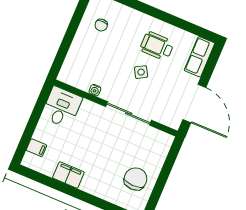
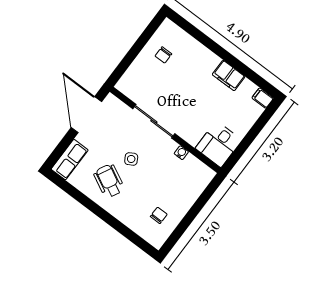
wheelchair: (157, 46) -> (109, 181), turned -153
filing cabinet: (36, 148) -> (263, 98), moved
chair: (135, 179) -> (163, 55), width x0.54, depth x0.54

